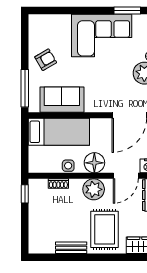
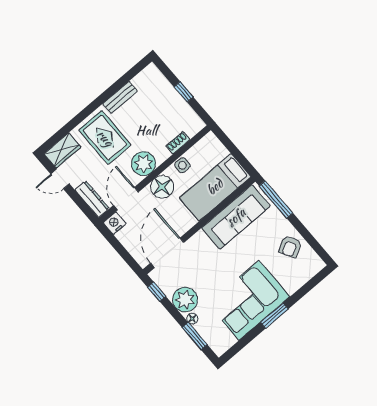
window: (127, 11) -> (274, 316), moved
armchair: (46, 60) -> (290, 247), moved
sofa: (62, 100) -> (236, 217), width x1.36
window: (25, 194) -> (184, 92), moved

